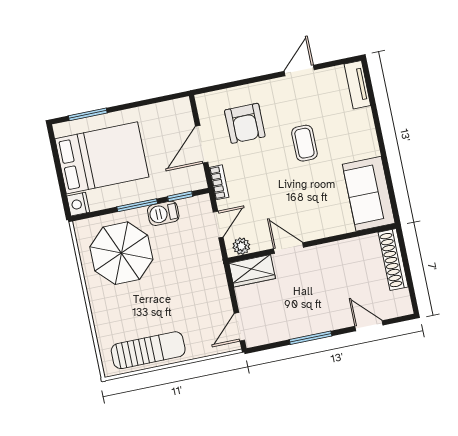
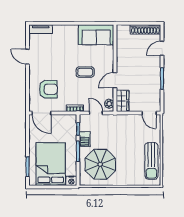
coffee table: (304, 143) -> (85, 72), moved
door: (202, 144) -> (41, 113), moved
shoe rack: (393, 260) -> (145, 29), moved
sun lounger: (148, 350) -> (151, 161), turned 180

